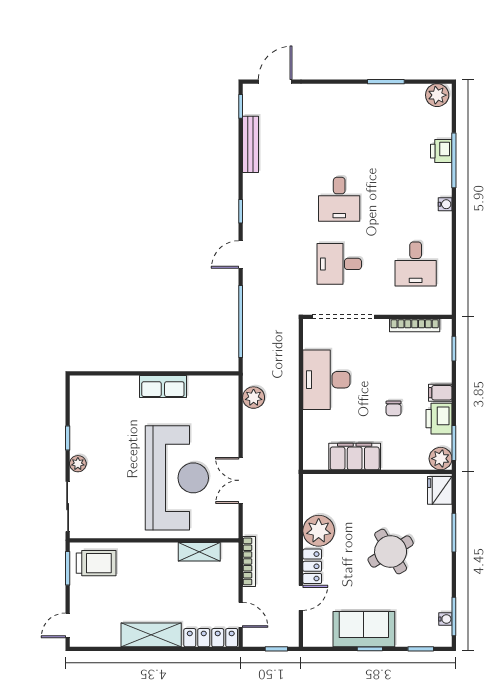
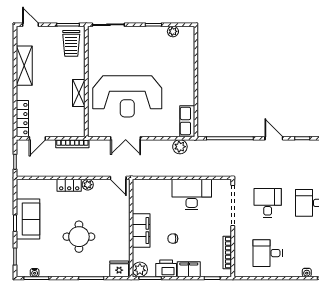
row of seats: (163, 386) -> (187, 121), moved
filing cabinet: (440, 393) -> (189, 269), width x2.00
filing cabinet: (355, 457) -> (141, 230), moved
plant: (78, 464) -> (173, 31), moved
double door: (241, 480) -> (126, 138), swing flipped
plant: (319, 531) -> (88, 185), width x0.53, depth x0.53
round table: (391, 551) -> (79, 237), turned 30
shelving: (199, 552) -> (79, 93), moved
door: (301, 598) -> (118, 178), moved
shelving: (151, 635) -> (24, 66), moved

